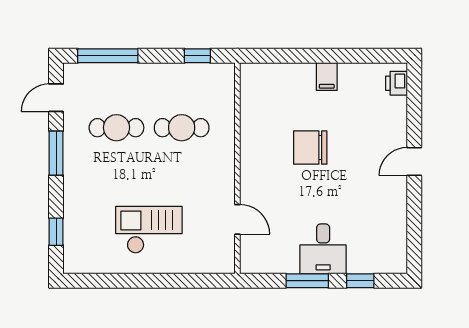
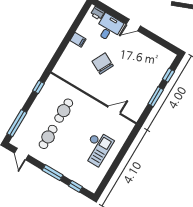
chair: (310, 148) -> (103, 64), turned 117
window: (56, 153) -> (53, 173), moved
door: (414, 162) -> (133, 25), hinge flipped
checkout: (149, 230) -> (97, 148), turned 180
desk: (323, 249) -> (109, 28), moved, turned -90

